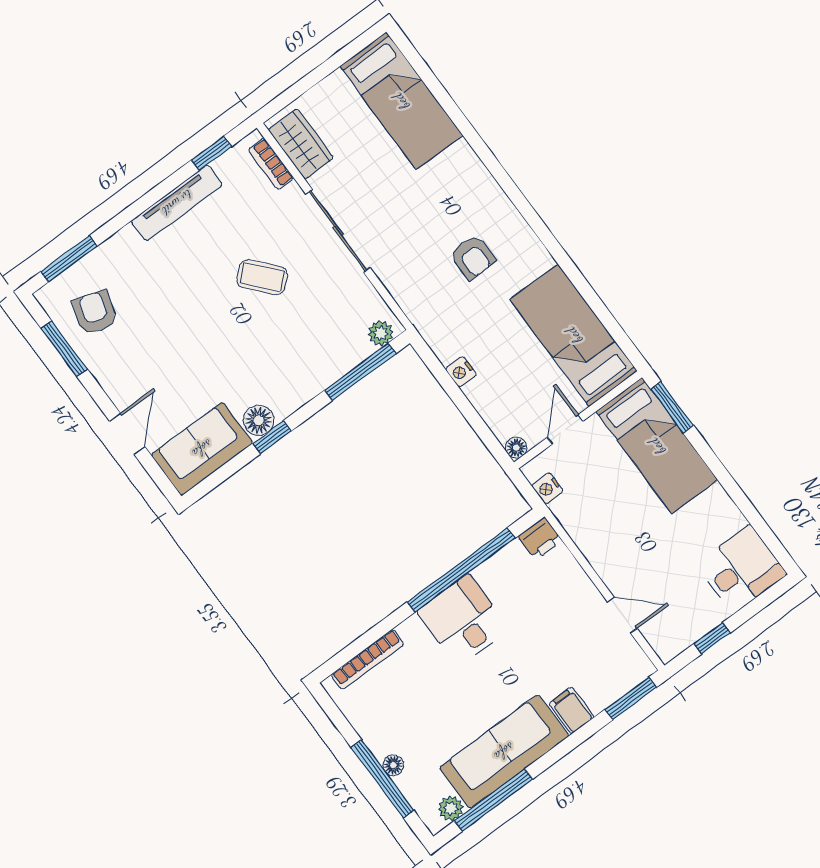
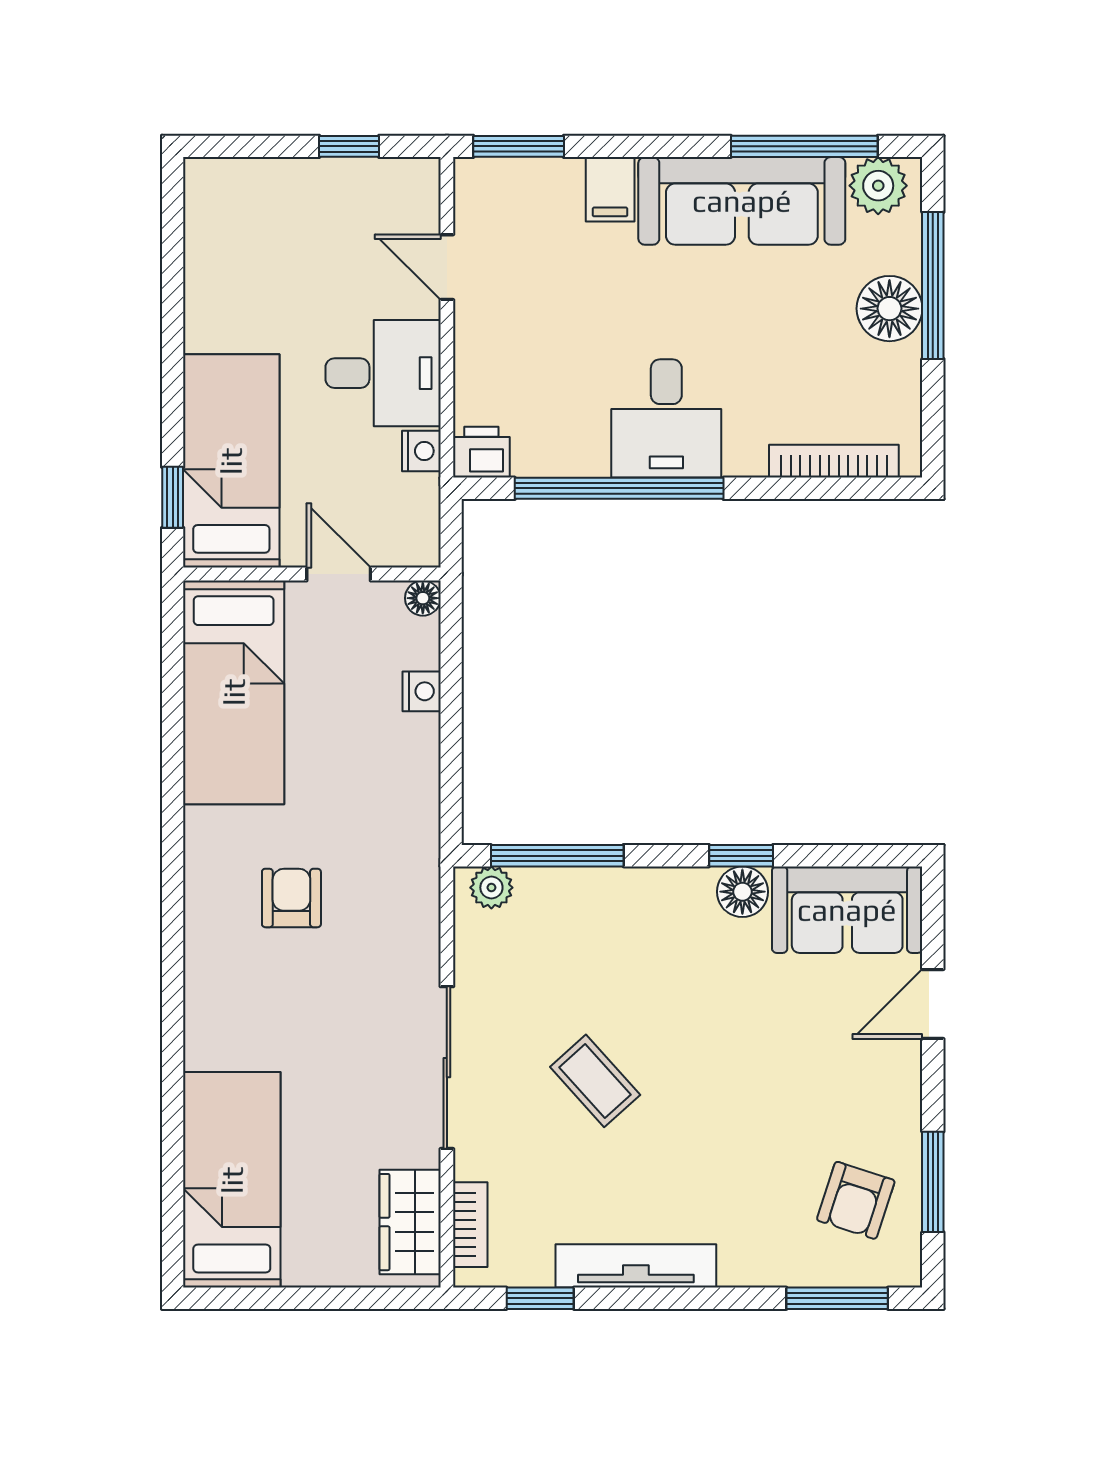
nightstand: (461, 372) -> (422, 691), moved
window: (672, 407) -> (173, 497), width x0.67
door: (565, 429) -> (339, 574), swing flipped
nightstand: (547, 488) -> (421, 451), moved
desk: (741, 569) -> (383, 373), moved, turned 180
floor lamp: (393, 765) -> (889, 309), width x1.89, depth x1.89
plant: (451, 808) -> (878, 186), width x1.38, depth x1.38

